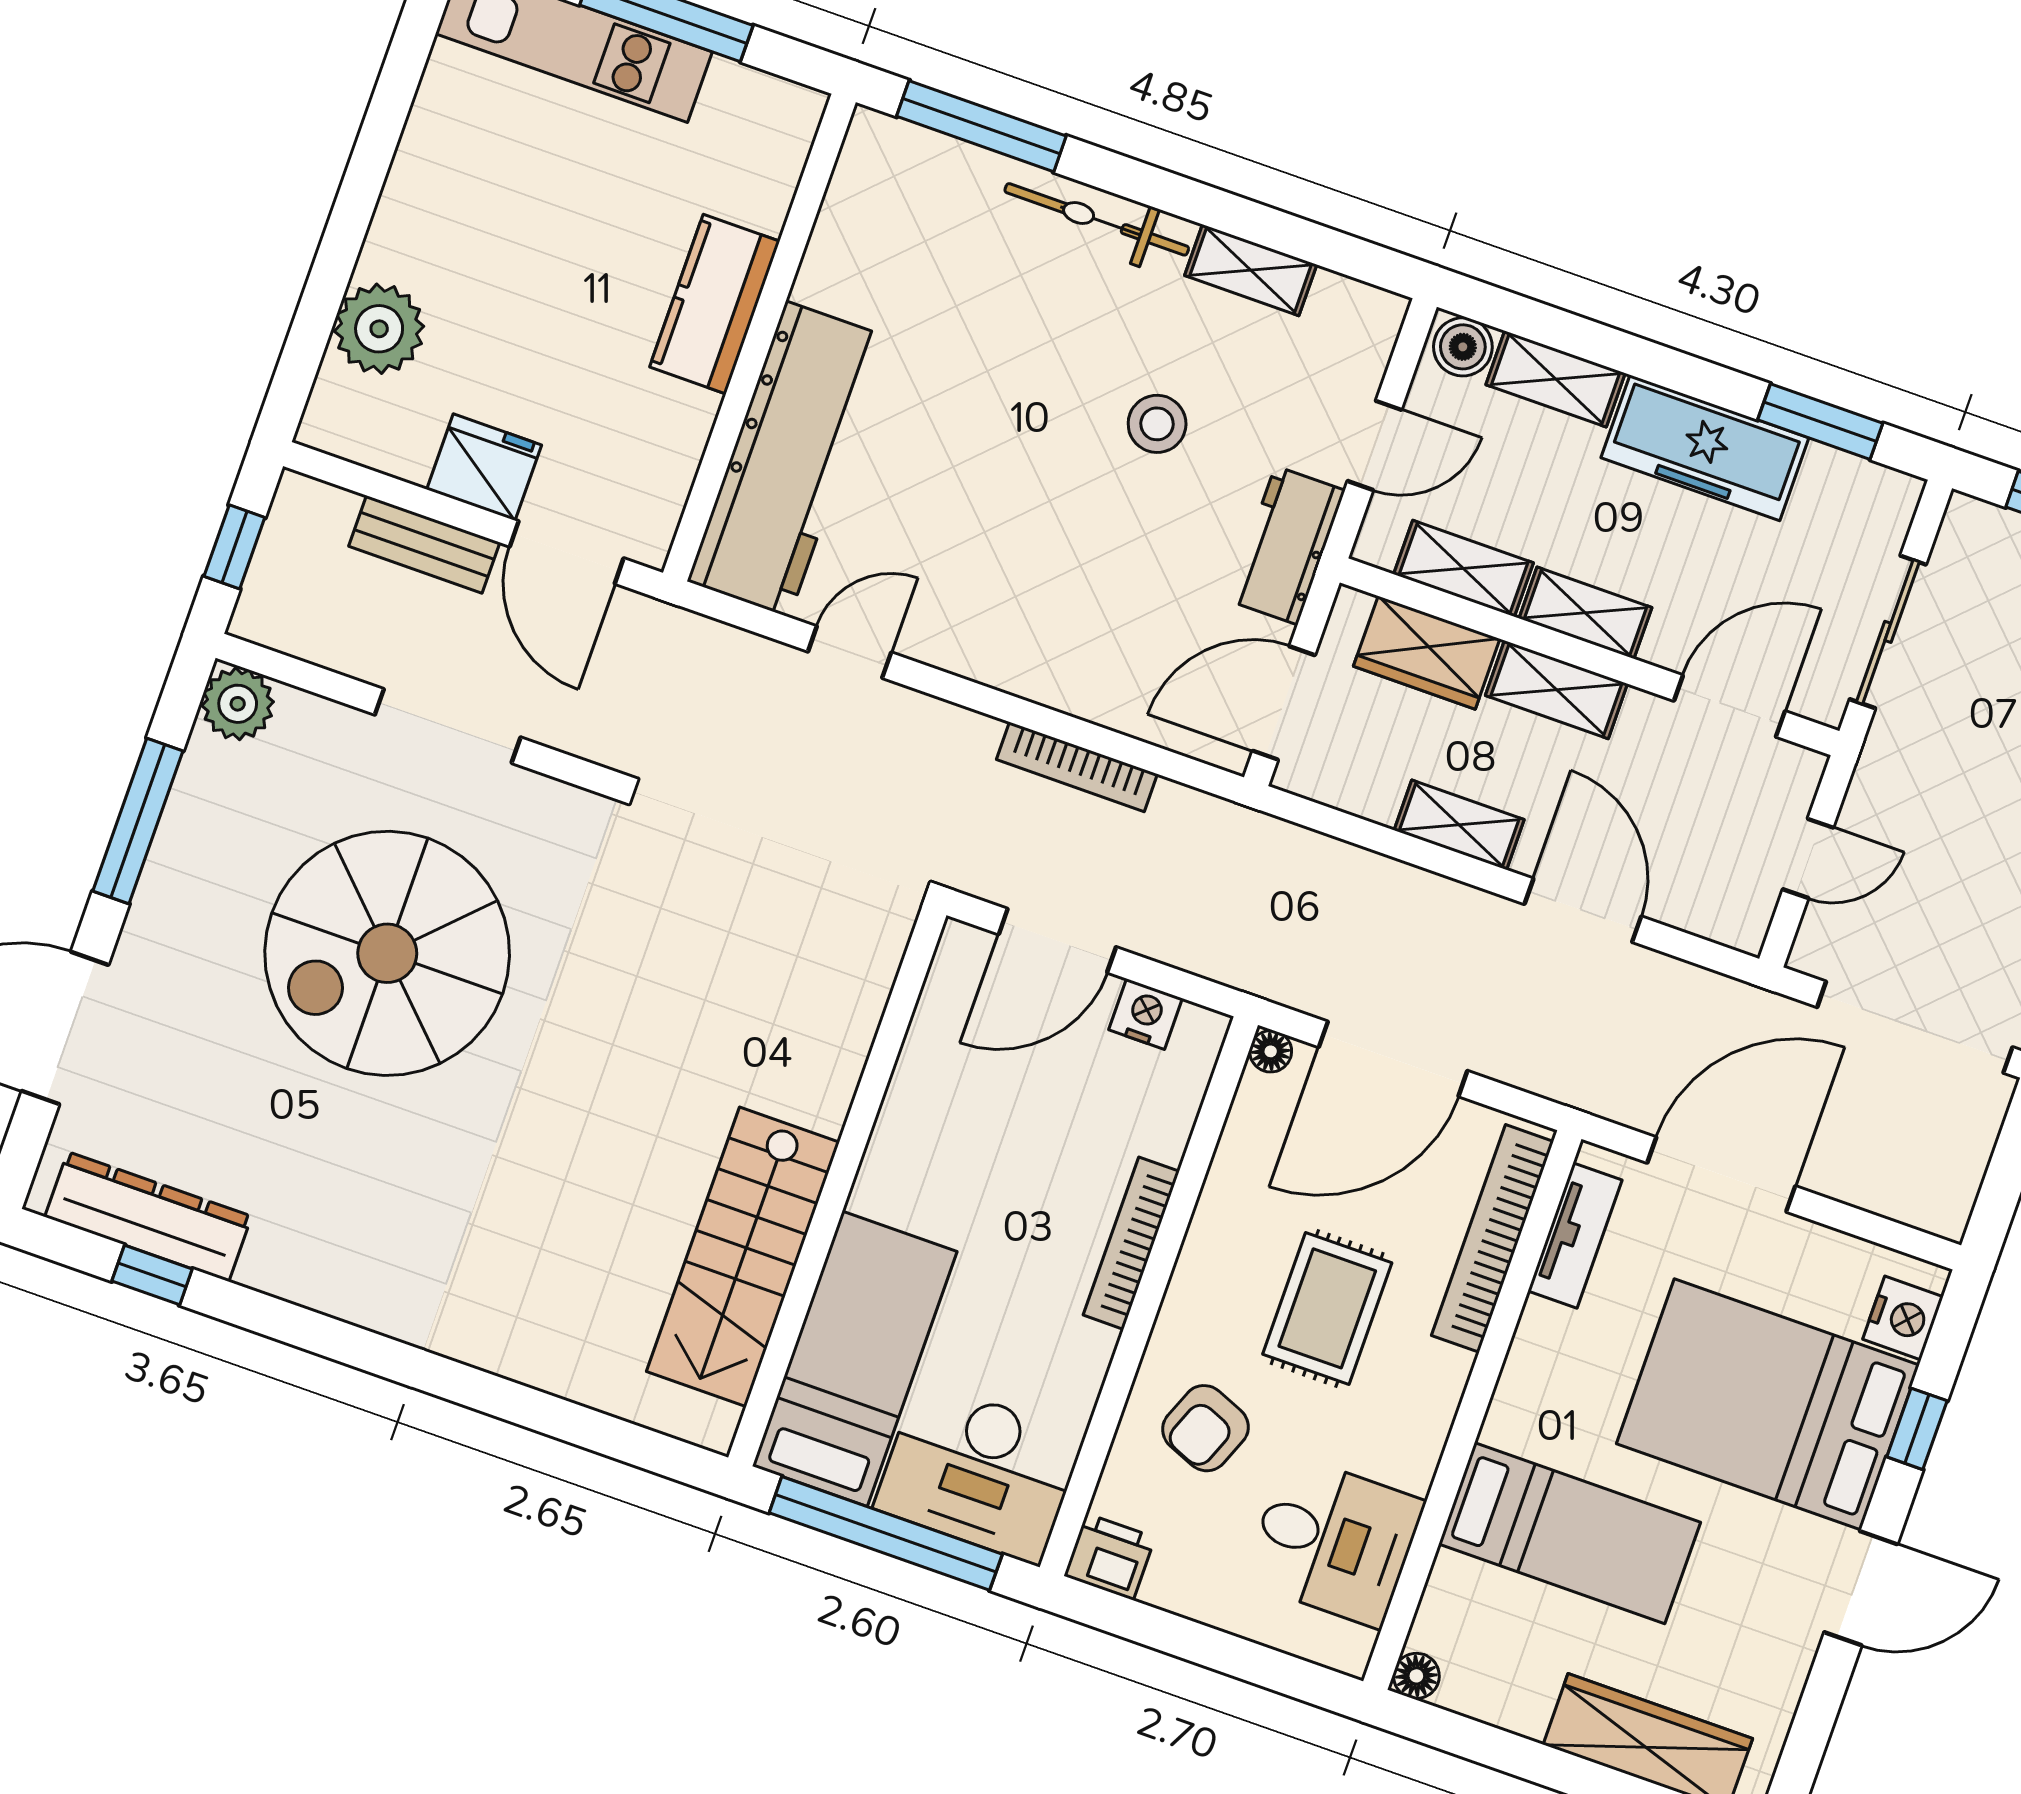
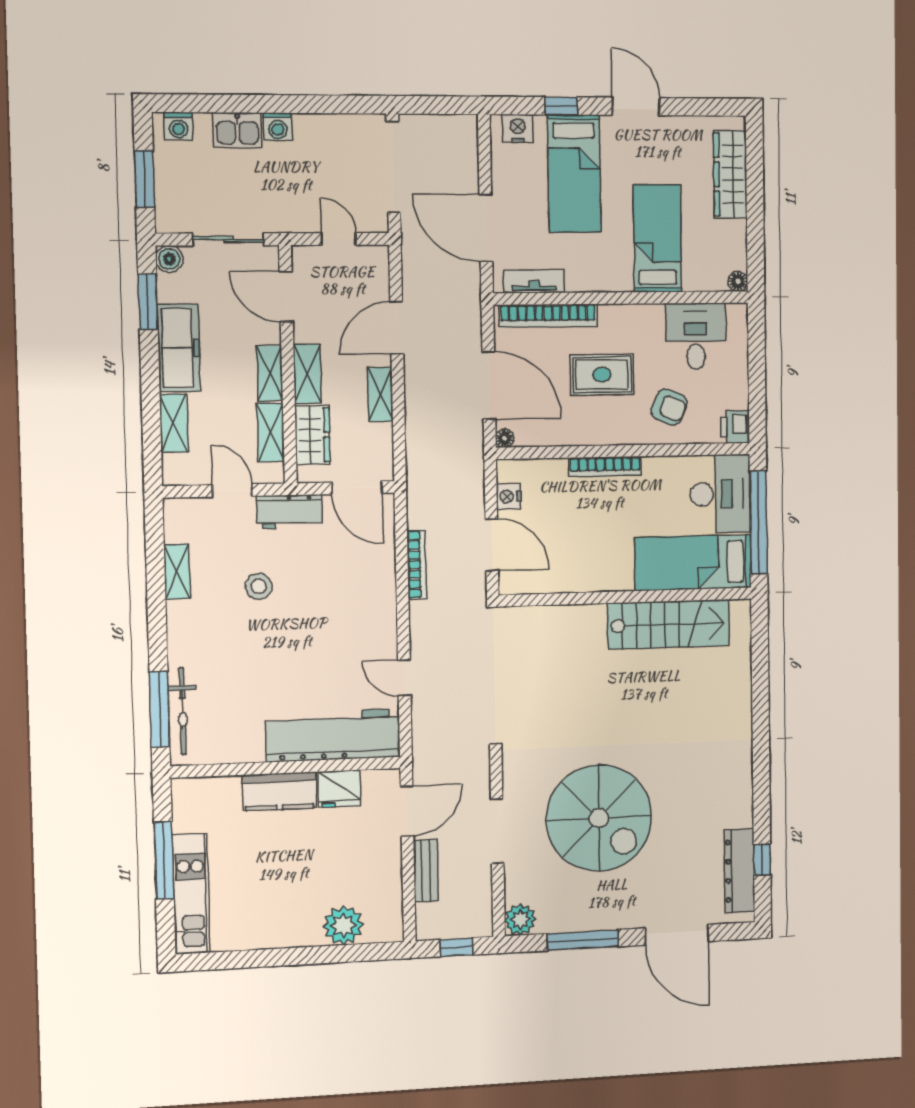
bicycle: (1097, 219) -> (183, 711), moved
boiler: (1463, 347) -> (169, 259), moved
fridge: (484, 467) -> (339, 789), moved, turned -90
bed: (1768, 1404) -> (574, 174), width x0.67

